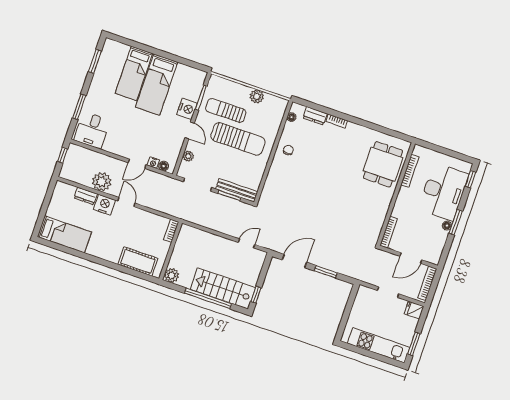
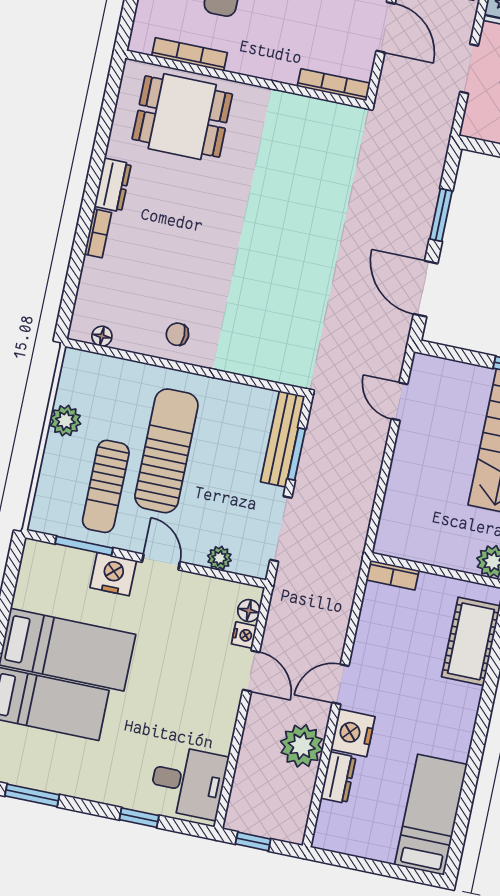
window: (79, 107) -> (139, 818), width x0.67
dresser: (315, 116) -> (113, 185), moved
door: (190, 130) -> (161, 562), hinge flipped

